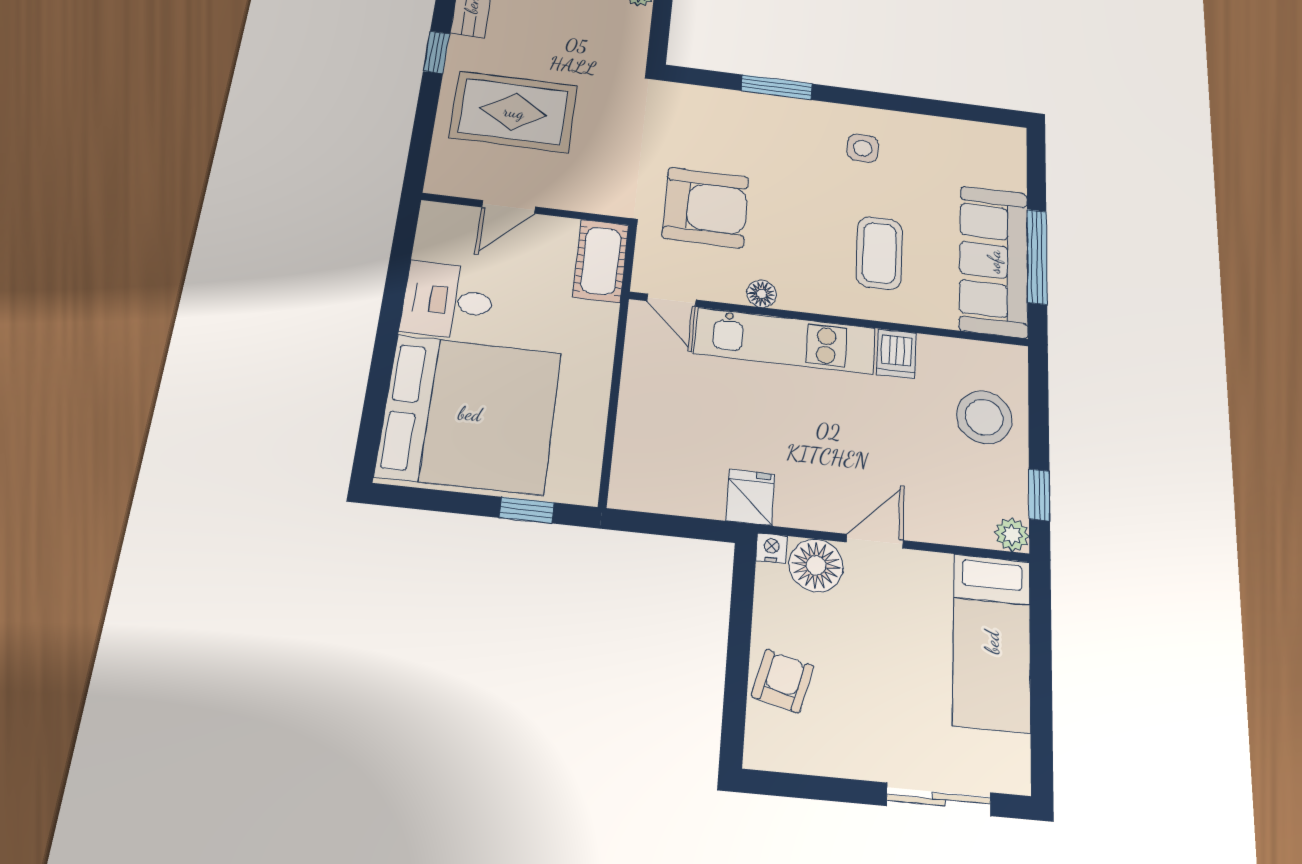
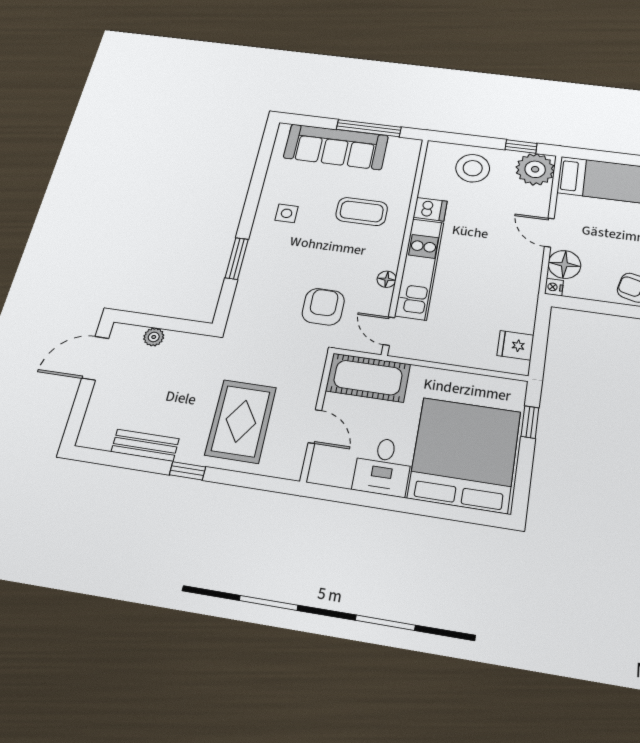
armchair: (706, 207) -> (323, 307), width x0.73, depth x0.73
cot: (601, 261) -> (368, 378), width x1.37, depth x1.34
sofa: (994, 261) -> (336, 147), moved
door: (671, 300) -> (389, 331), swing flipped
fridge: (750, 497) -> (515, 345), moved
plant: (1012, 535) -> (535, 169), width x1.88, depth x1.88

